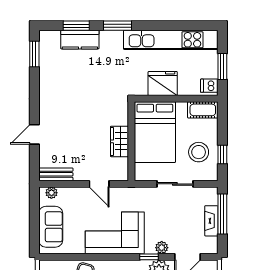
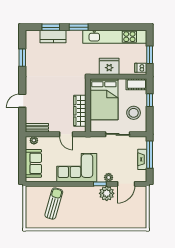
window: (34, 54) -> (22, 58), moved
wardrobe: (119, 141) -> (80, 111), width x1.50
window: (222, 154) -> (150, 100), moved

